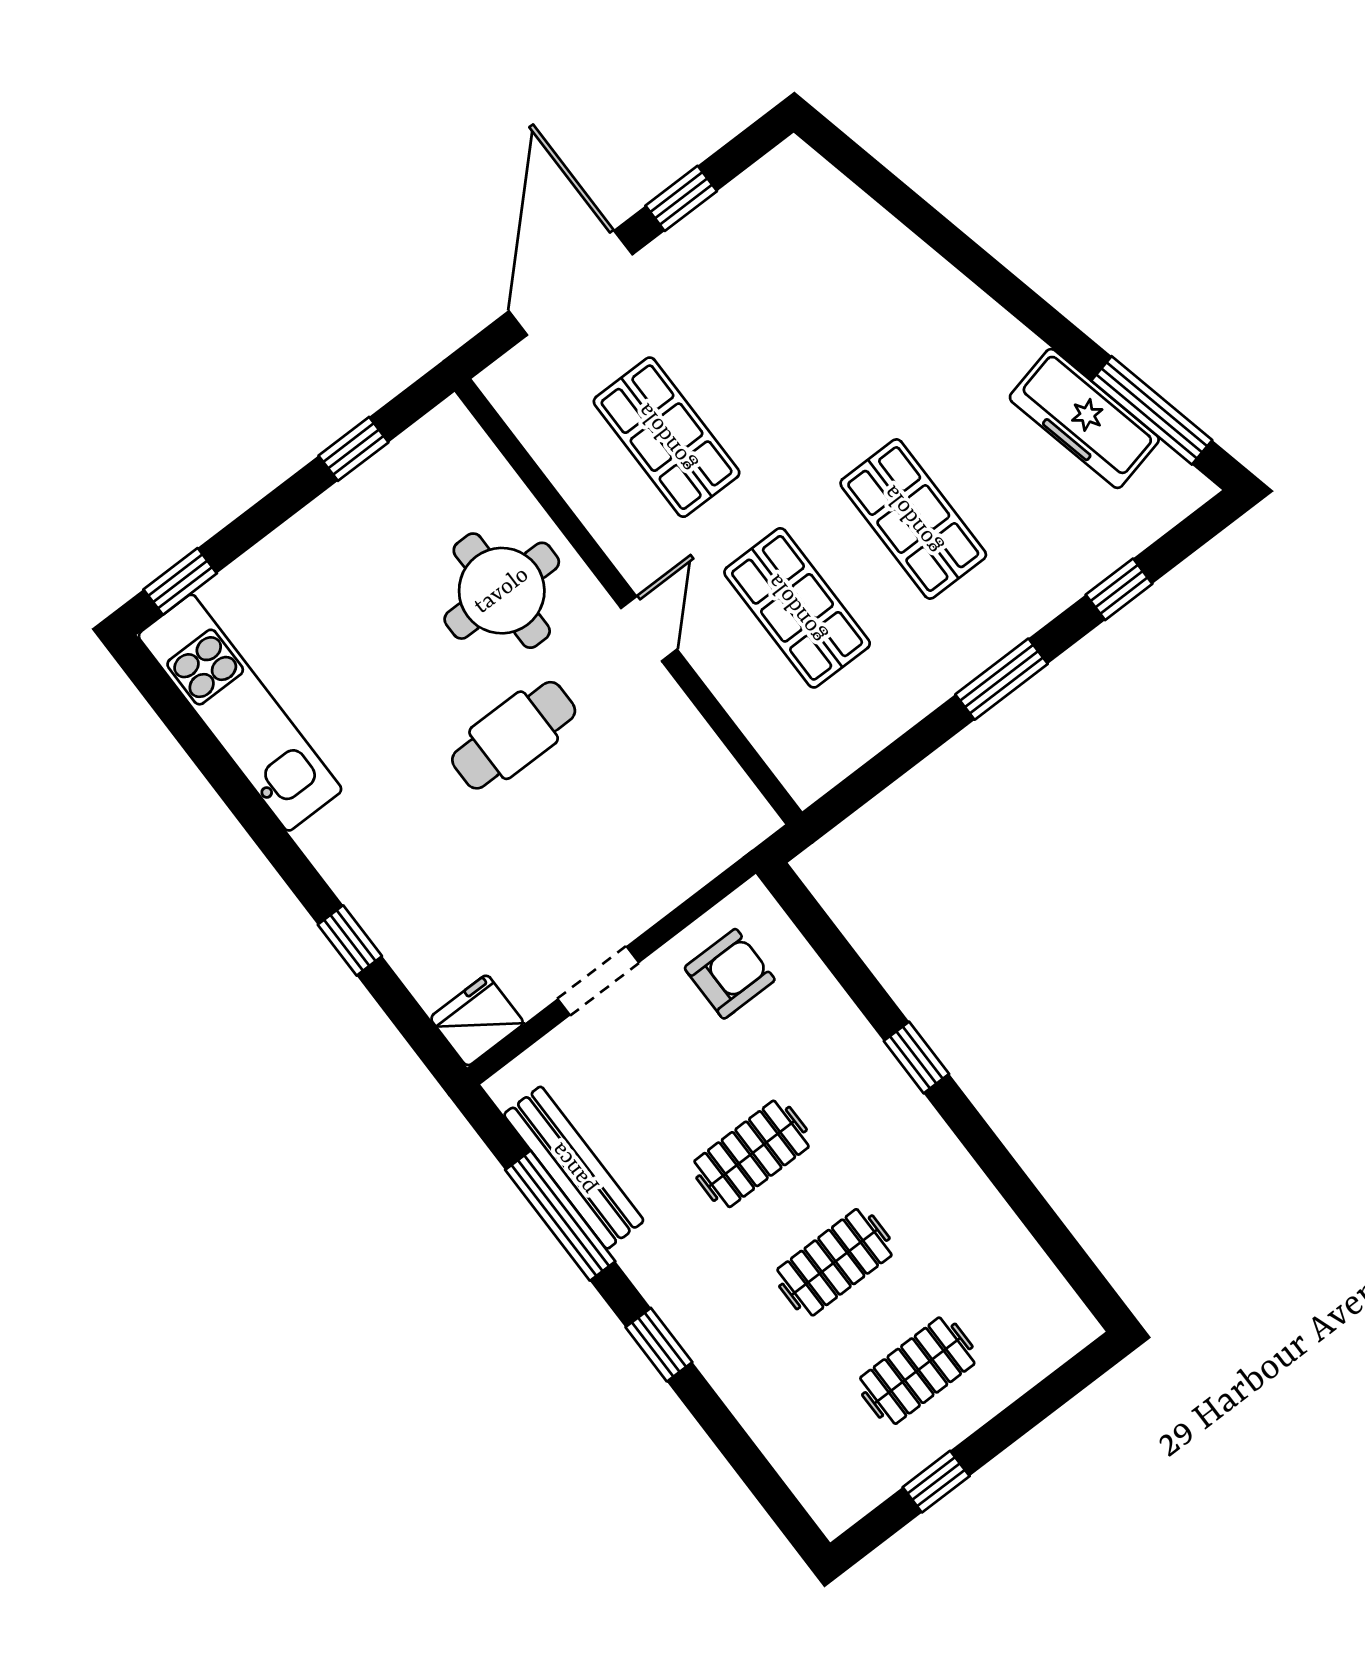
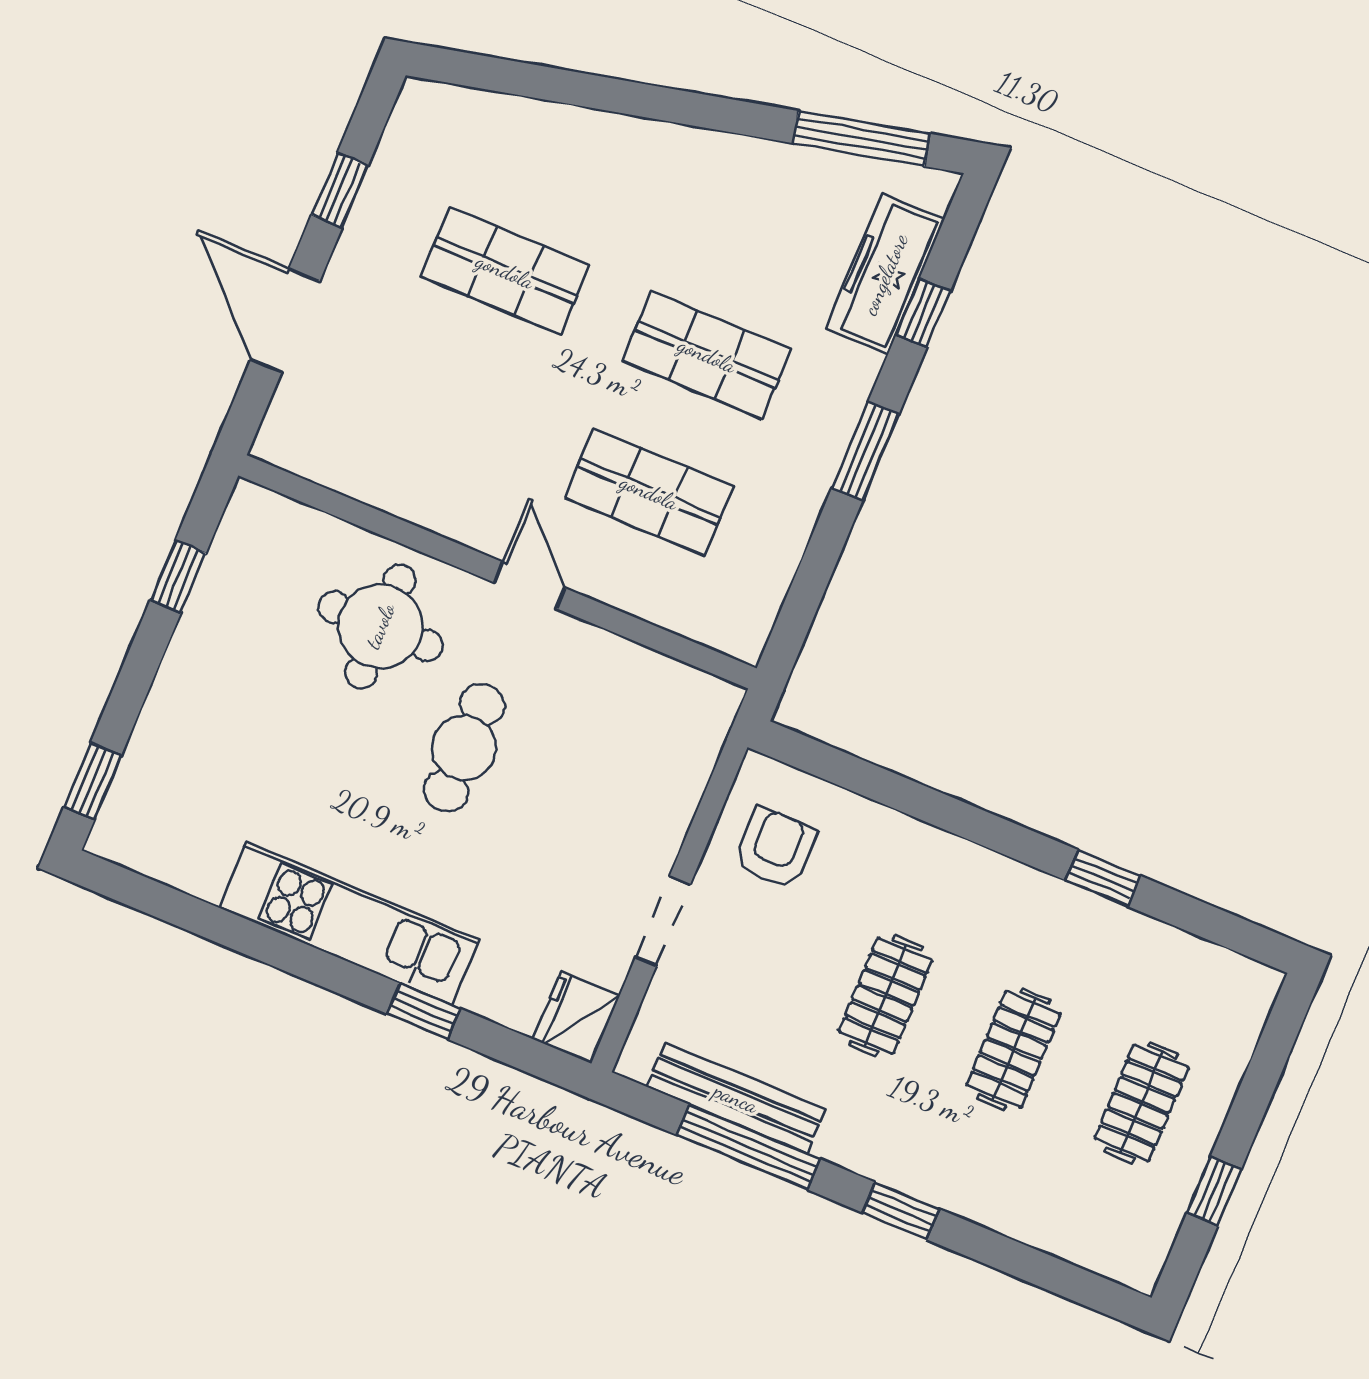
door: (571, 283) -> (285, 320), width x0.73
freezer: (1084, 419) -> (885, 274), moved, turned 103
shop shelf: (667, 437) -> (505, 271), moved
kitchen unit: (240, 713) -> (349, 924), moved
window: (916, 1057) -> (1103, 878), moved

